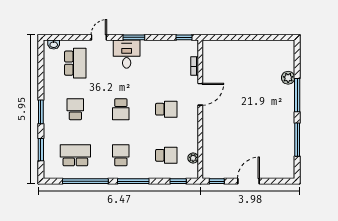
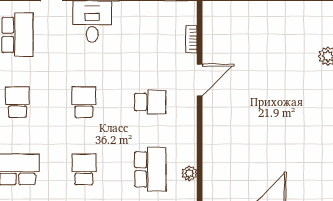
school desk: (121, 109) -> (84, 102), turned 180
school desk: (166, 155) -> (150, 169), width x1.85

